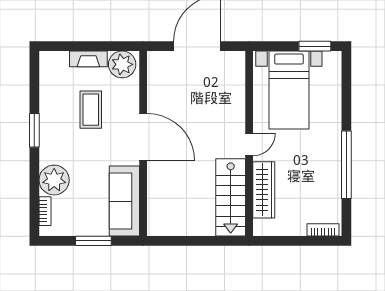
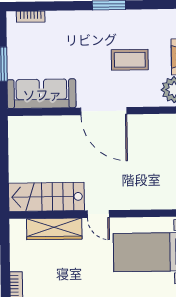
door: (143, 137) -> (104, 111), hinge flipped
plant: (54, 180) -> (61, 25), removed

